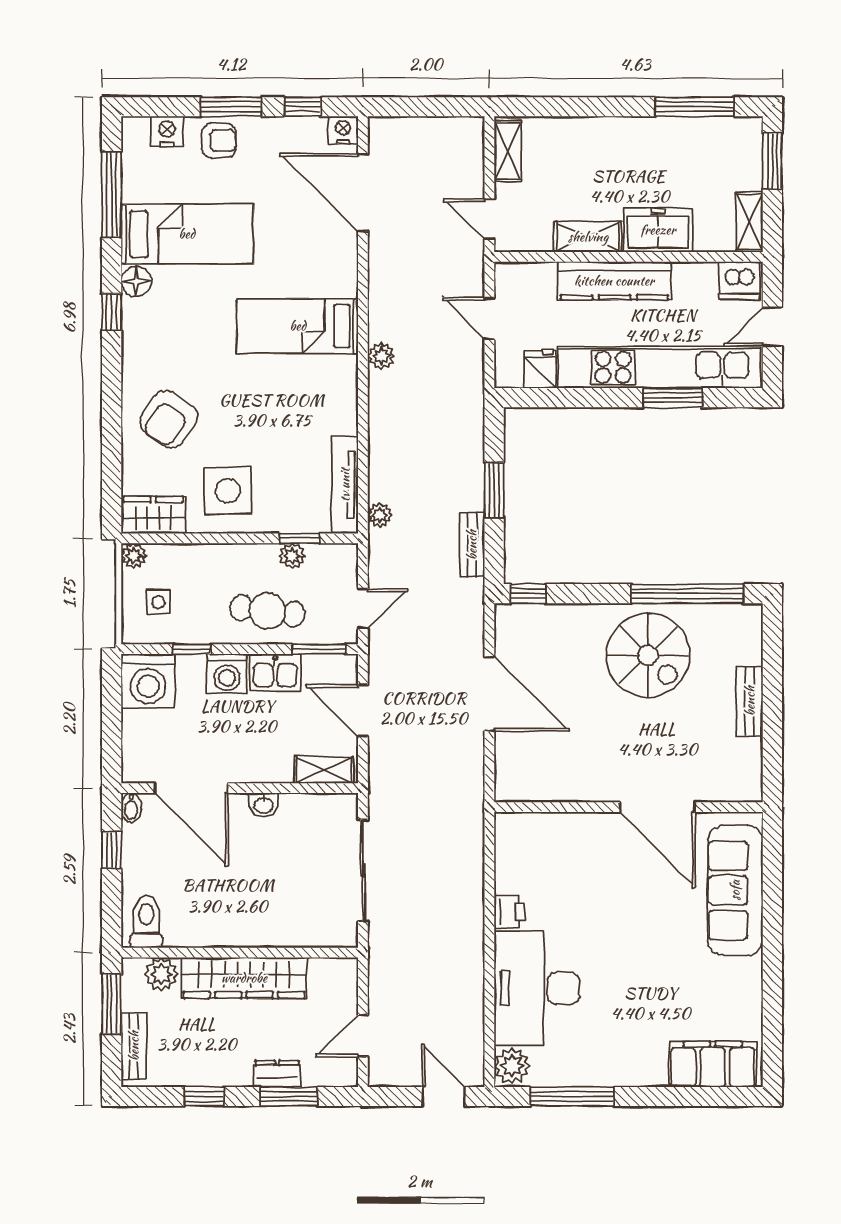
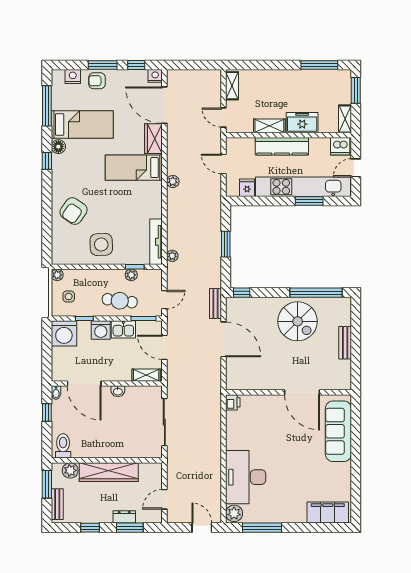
armchair: (219, 140) -> (97, 81), turned 180
wardrobe: (153, 515) -> (153, 139), moved, turned -90
bench: (472, 545) -> (215, 304), moved
printer: (509, 912) -> (233, 402), moved

